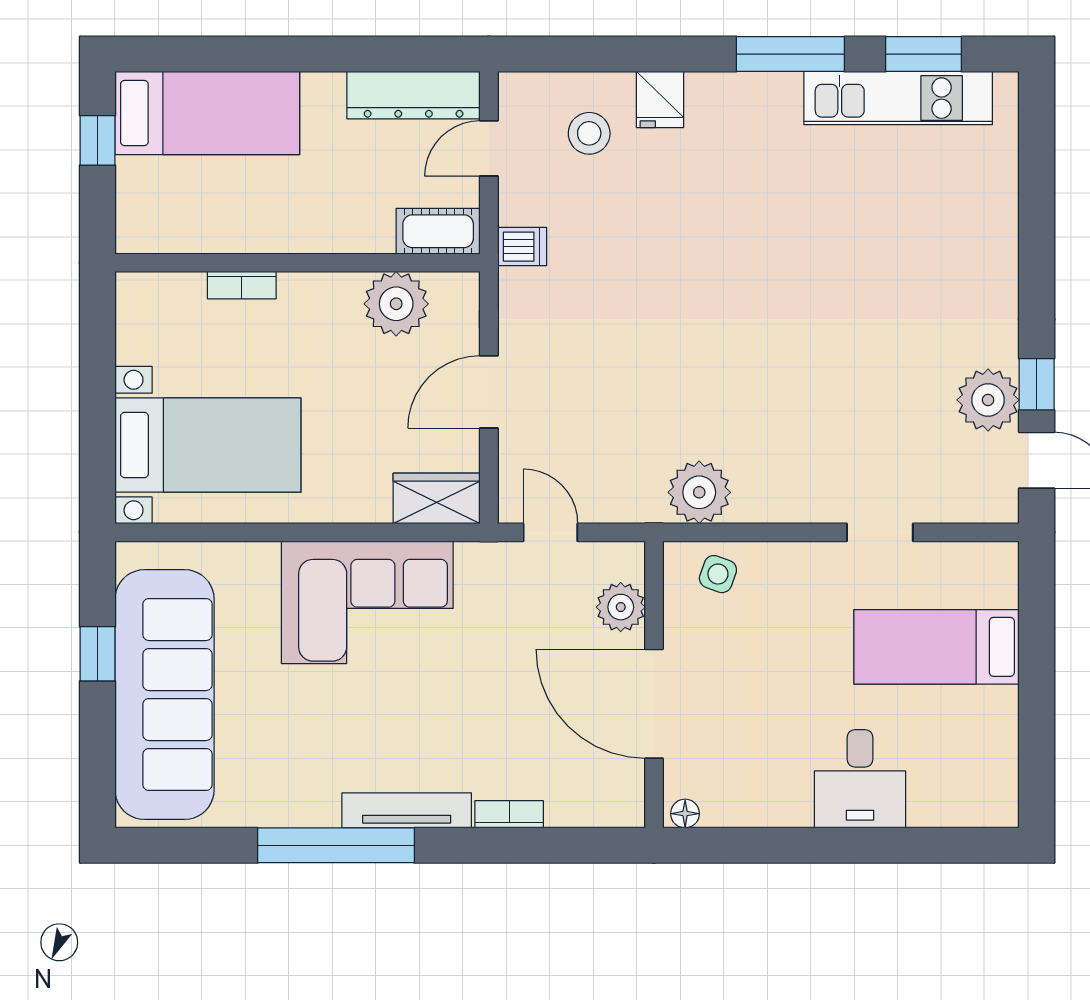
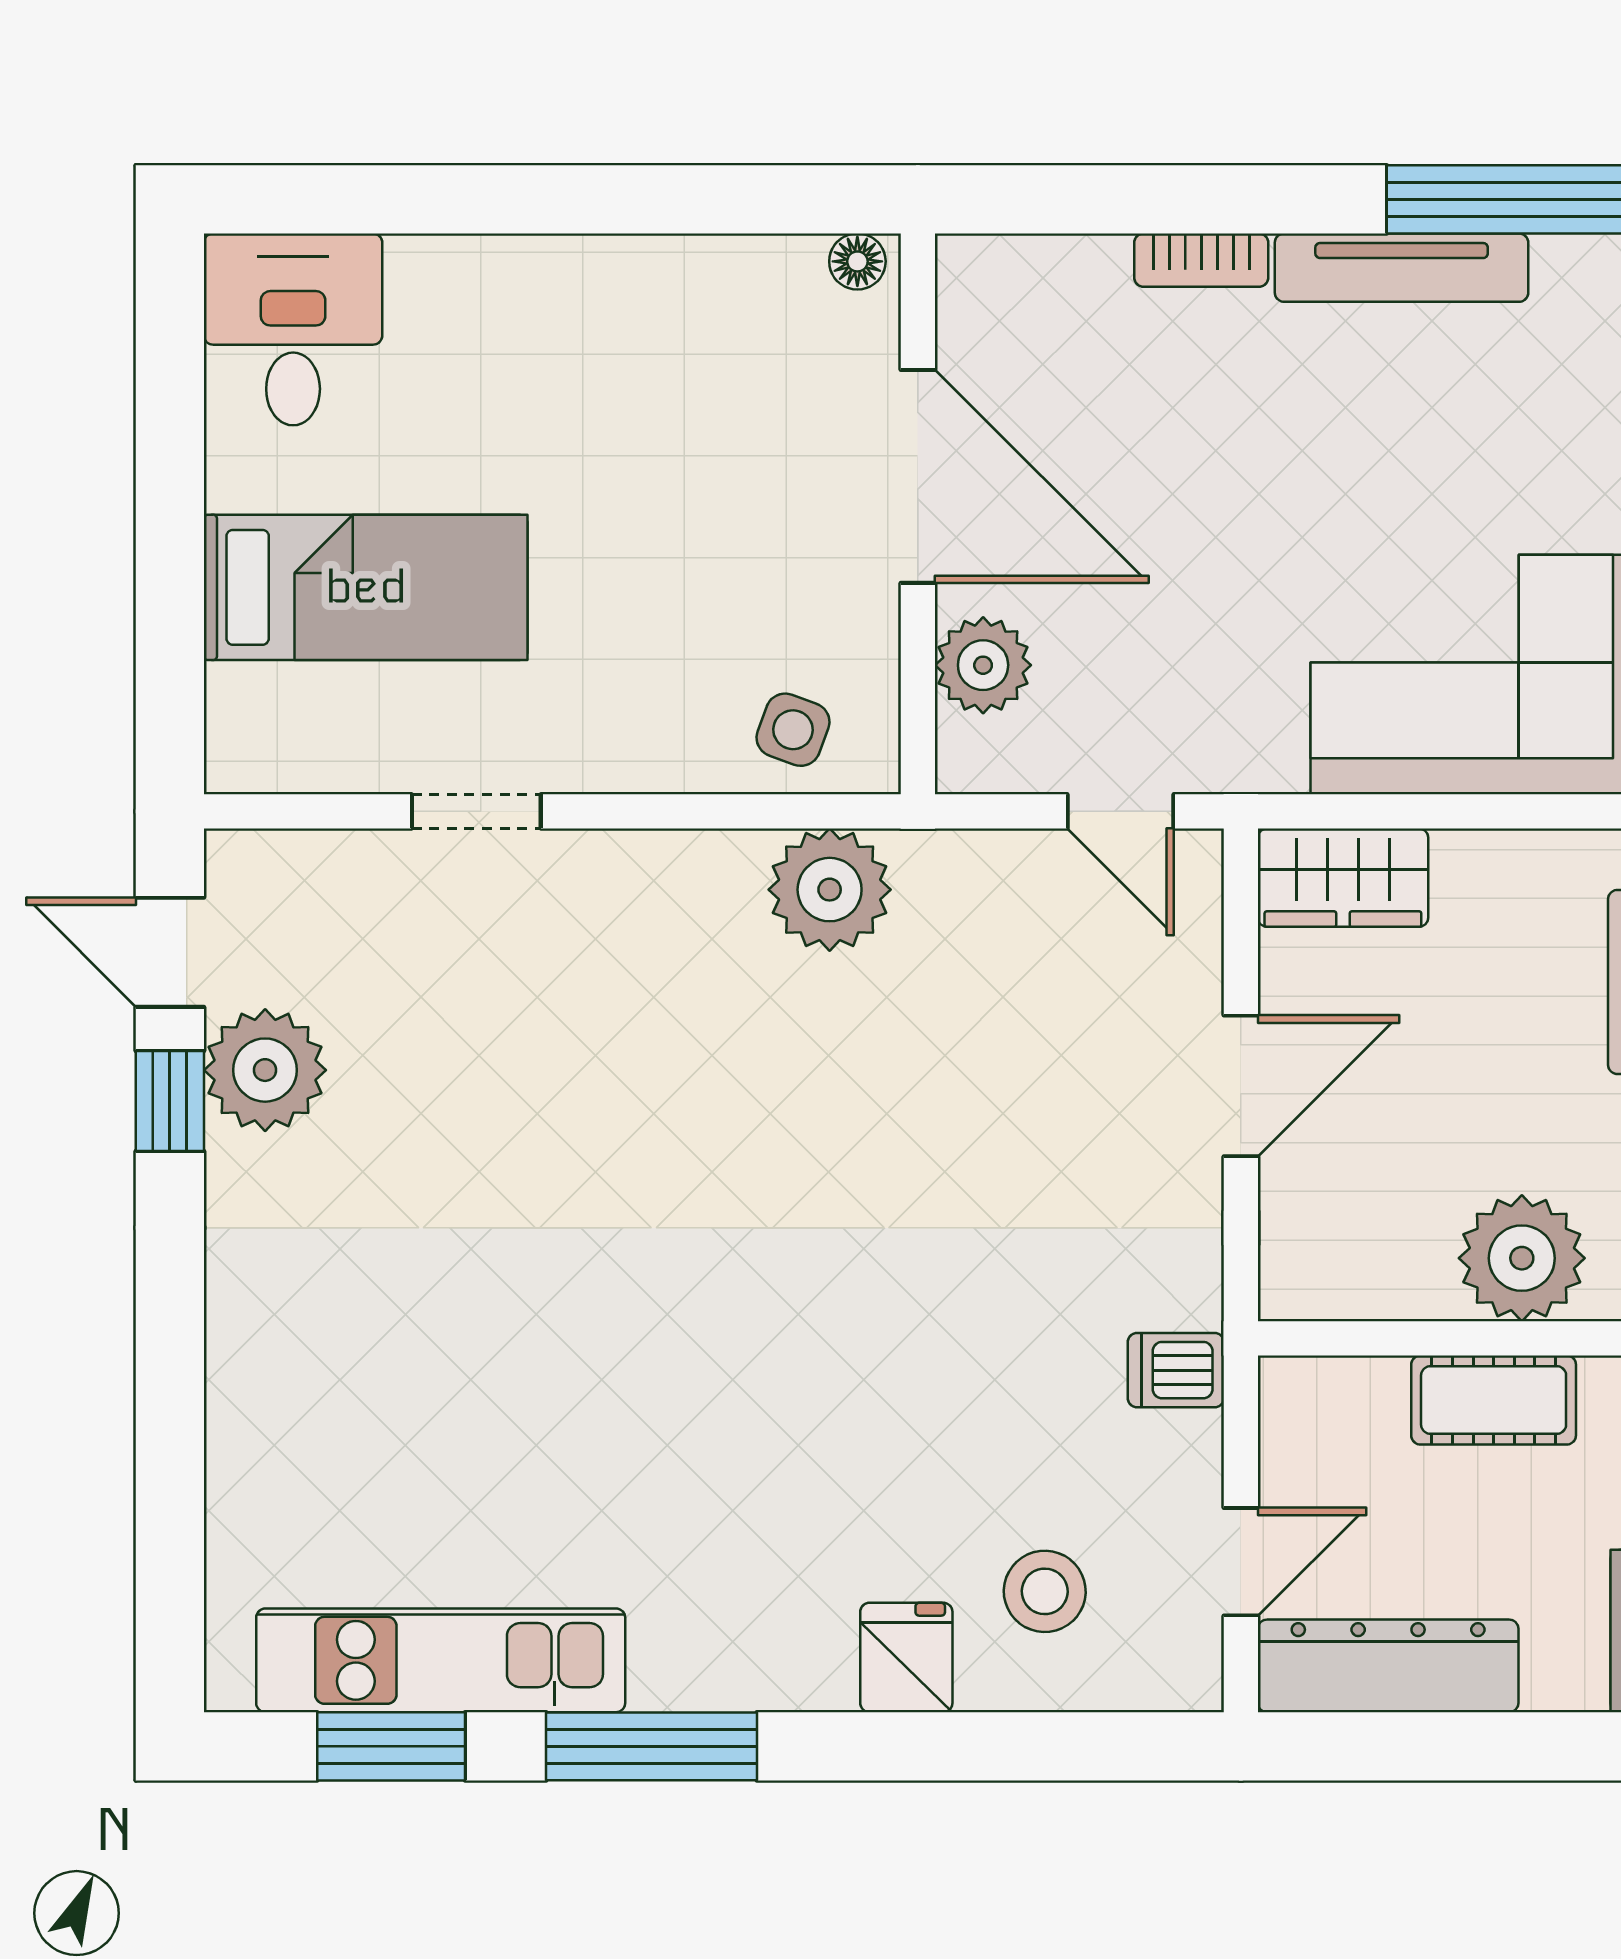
cot: (438, 231) -> (1494, 1400), moved
plant: (396, 304) -> (1522, 1258), moved
desk: (860, 779) -> (293, 329), moved

